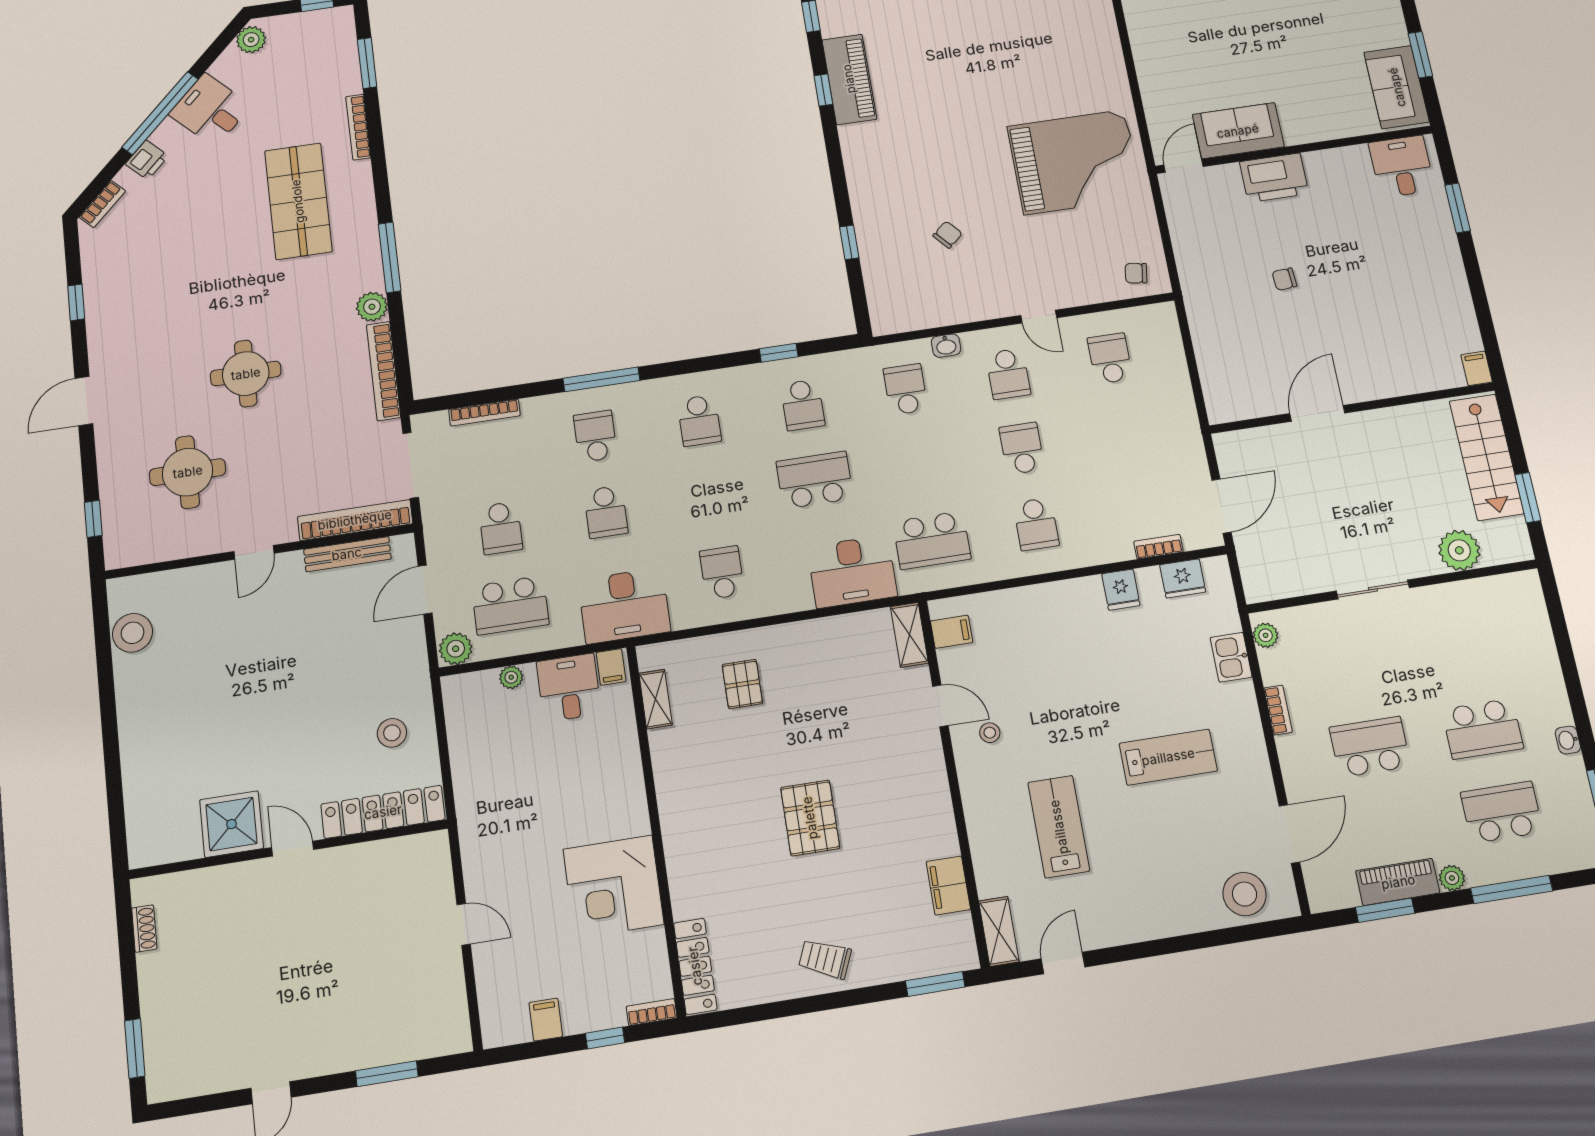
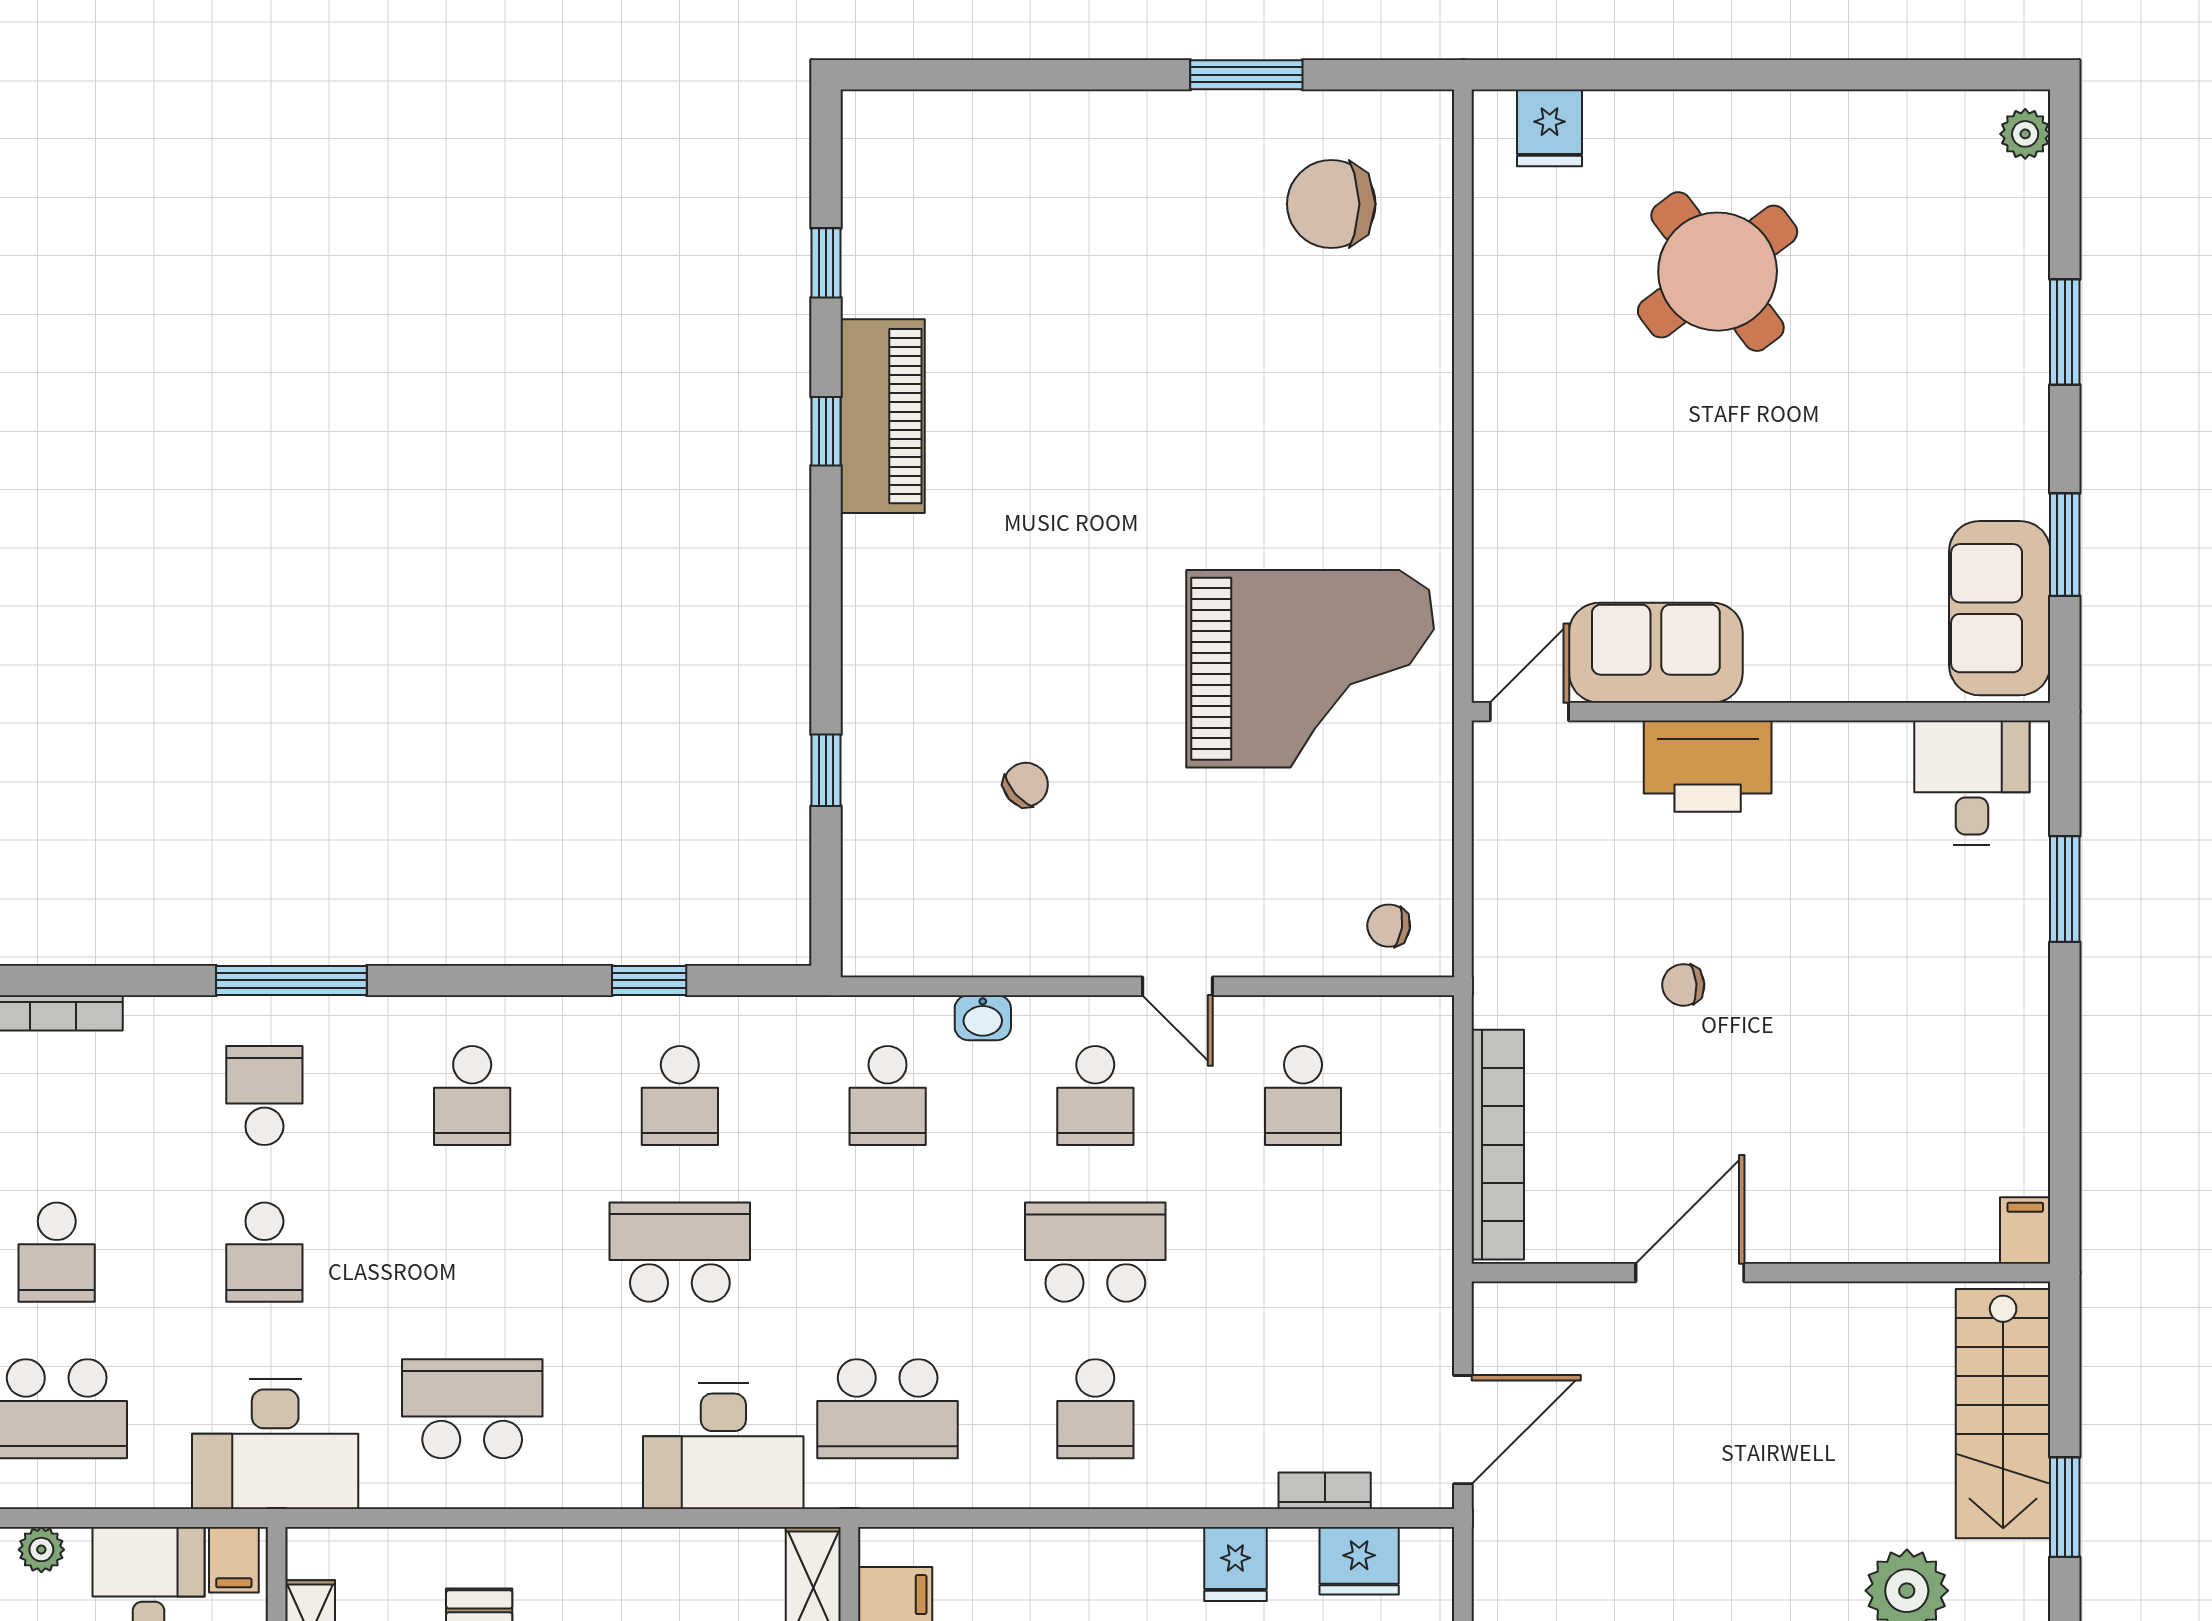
school desk: (1110, 358) -> (1303, 1096), turned 180
bookcase: (1210, 367) -> (1498, 1145), added
school desk: (906, 389) -> (888, 1096), turned 180
school desk: (1022, 448) -> (1095, 1252), width x1.85
school desk: (722, 573) -> (472, 1409), width x1.85

